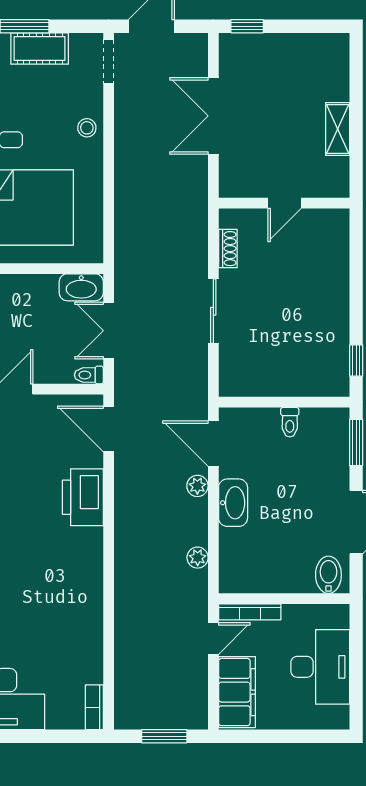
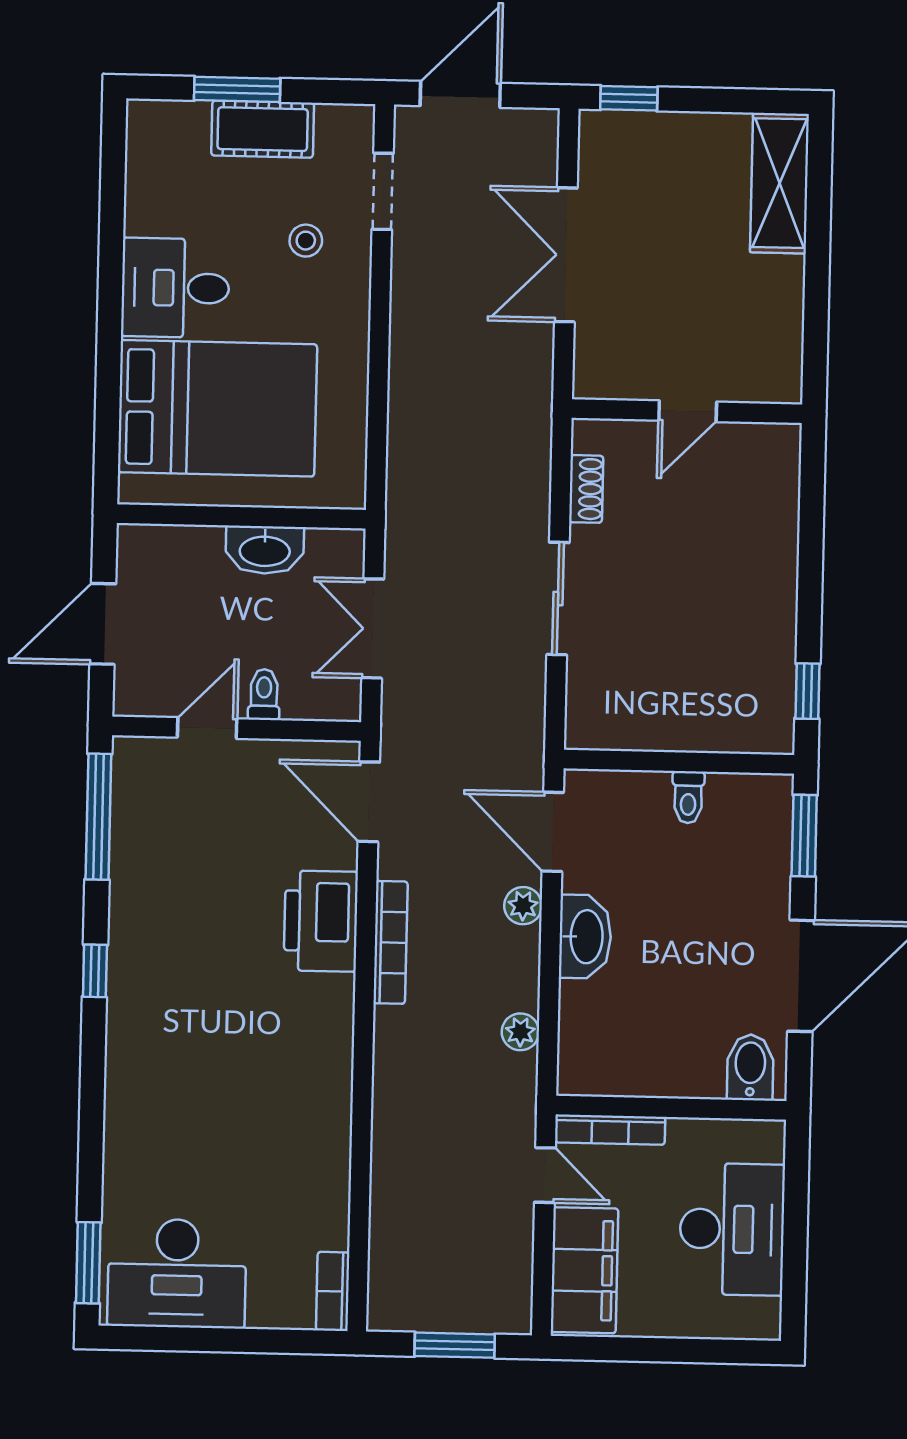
doorway: (109, 61) -> (383, 191), moved
stool: (87, 128) -> (306, 241), moved
shelving: (338, 129) -> (779, 183), moved, width x1.50, depth x1.33
washbasin: (81, 287) -> (265, 550), moved
toilet: (89, 375) -> (264, 695), moved, turned 90
bookcase: (123, 508) -> (391, 942), added
door: (213, 639) -> (545, 1175), hinge flipped

